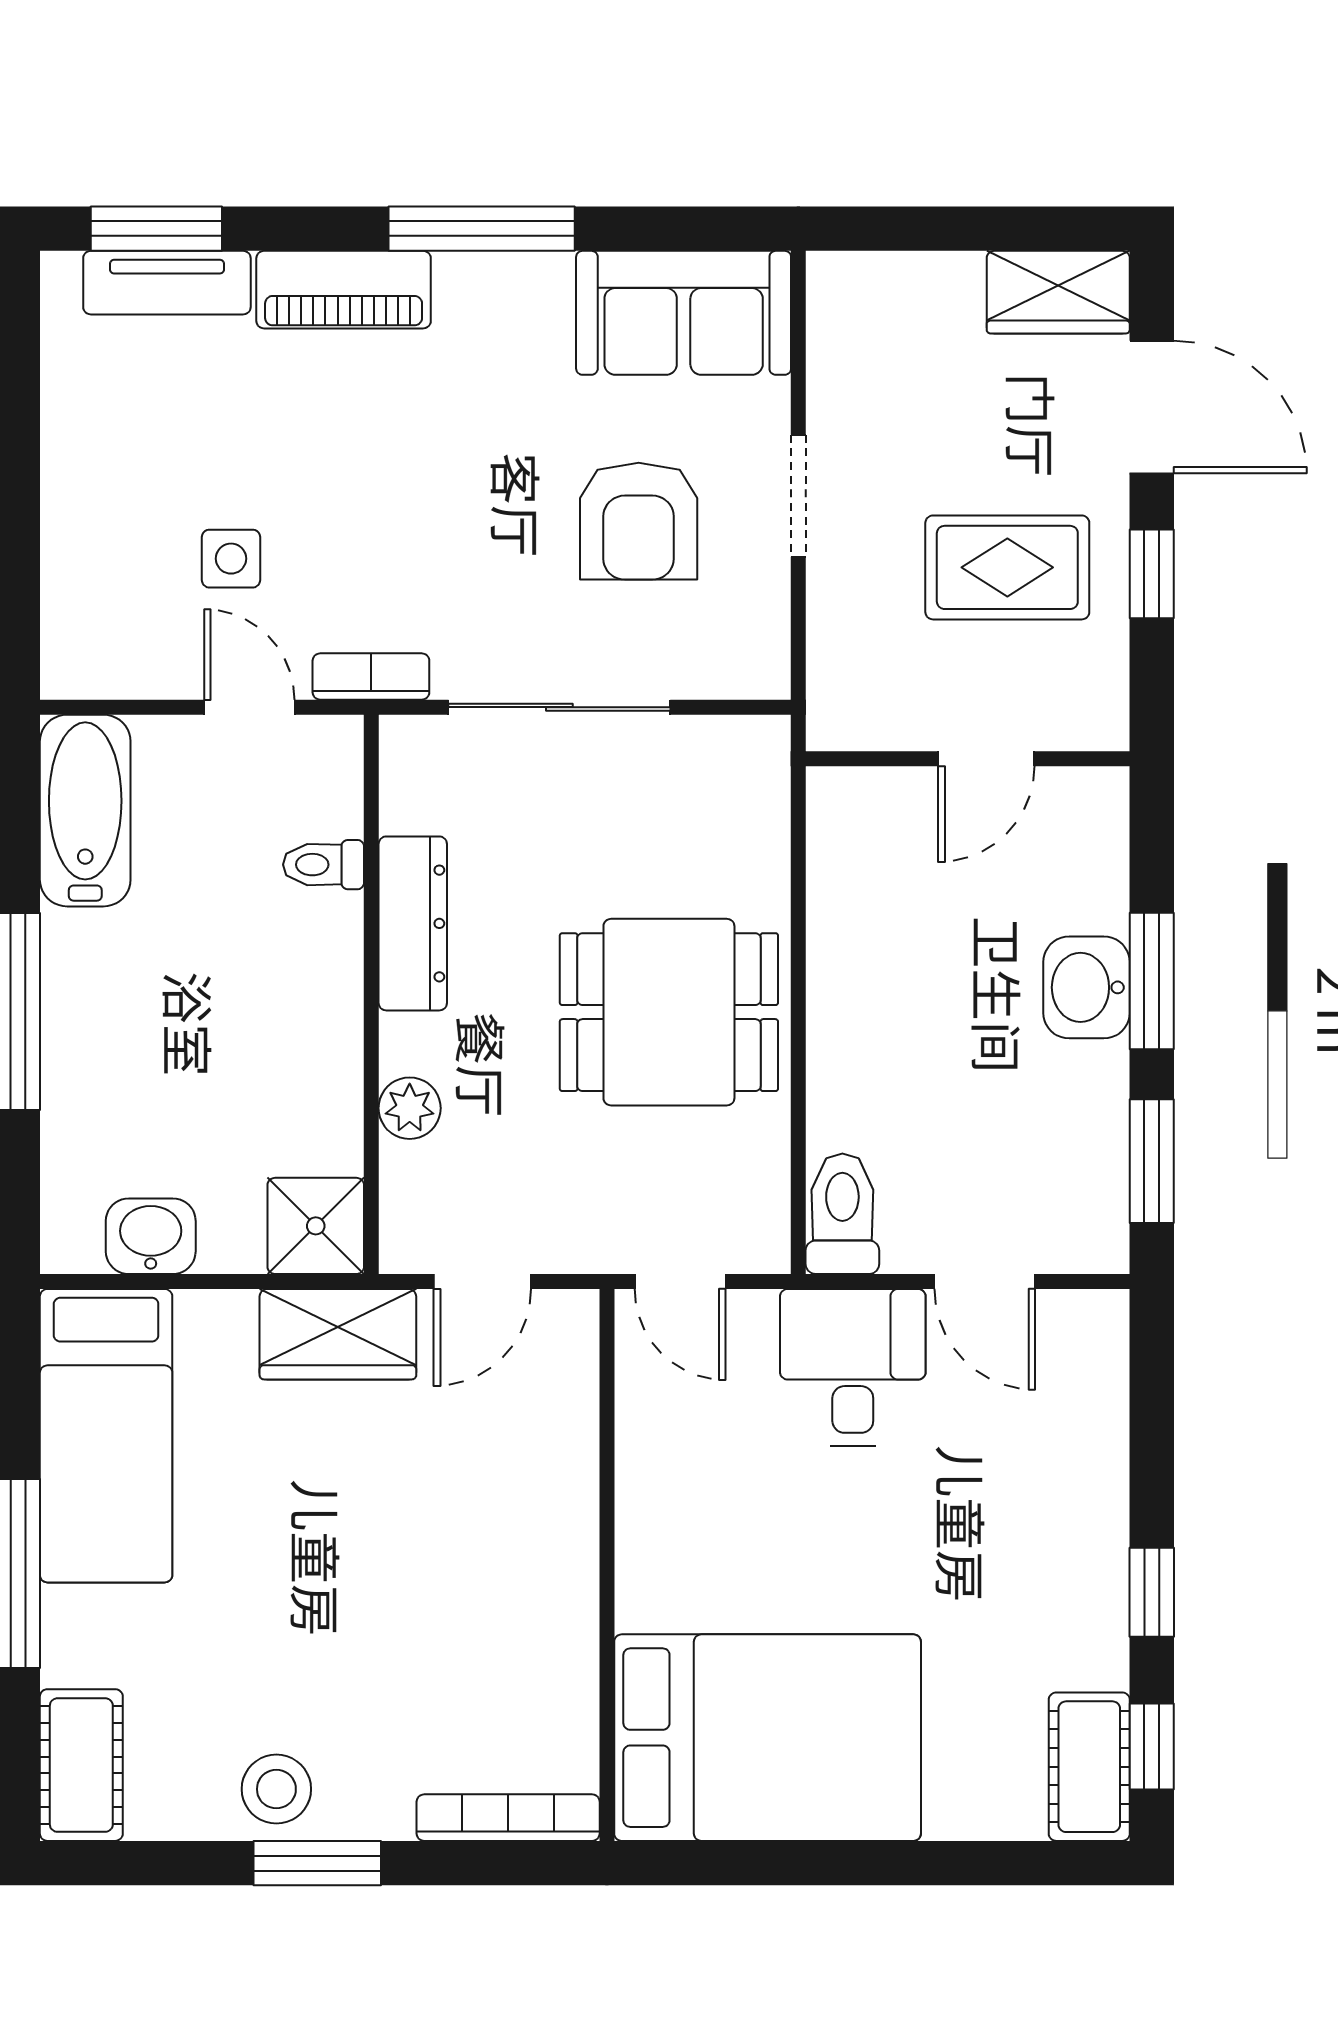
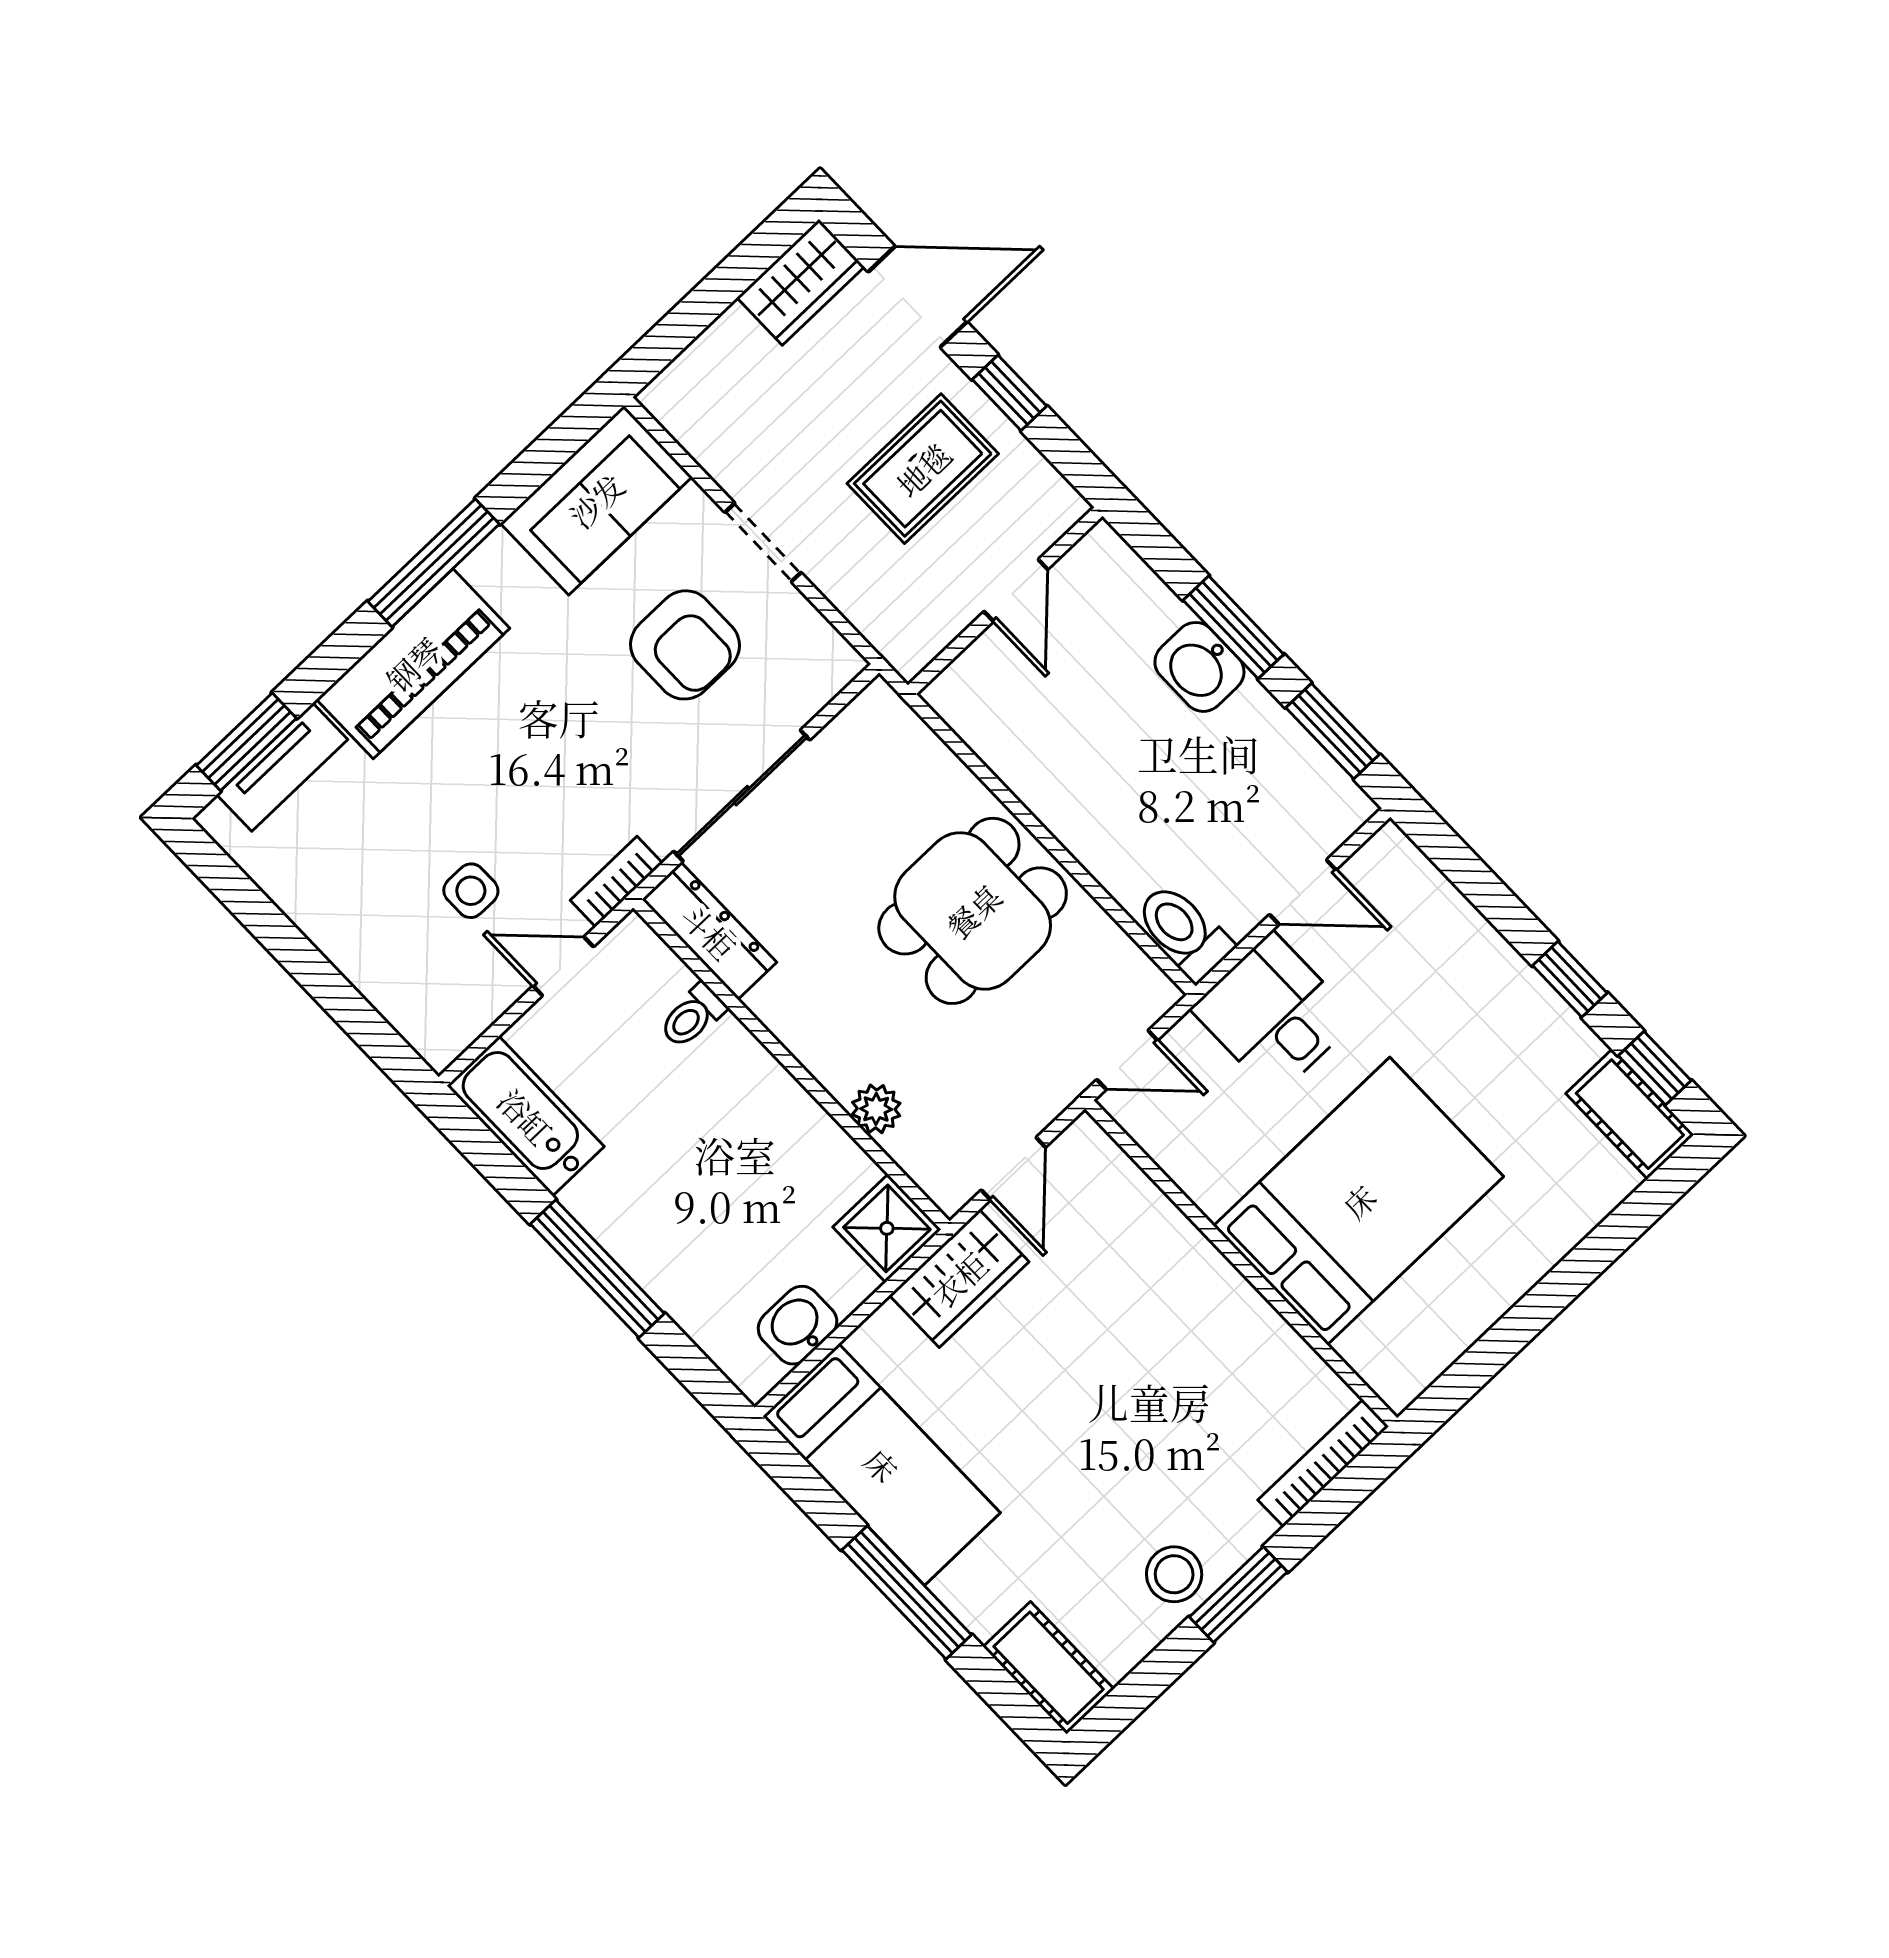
piano: (344, 290) -> (413, 664), width x1.37, depth x1.33
dresser: (413, 923) -> (709, 931), moved
bed: (768, 1738) -> (1359, 1201), moved

